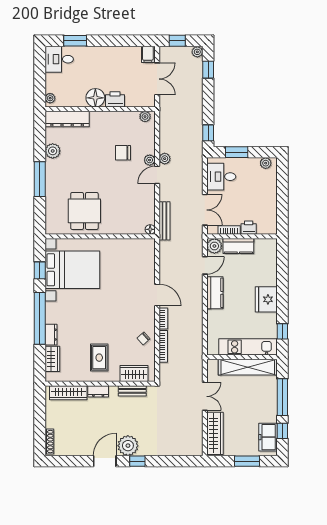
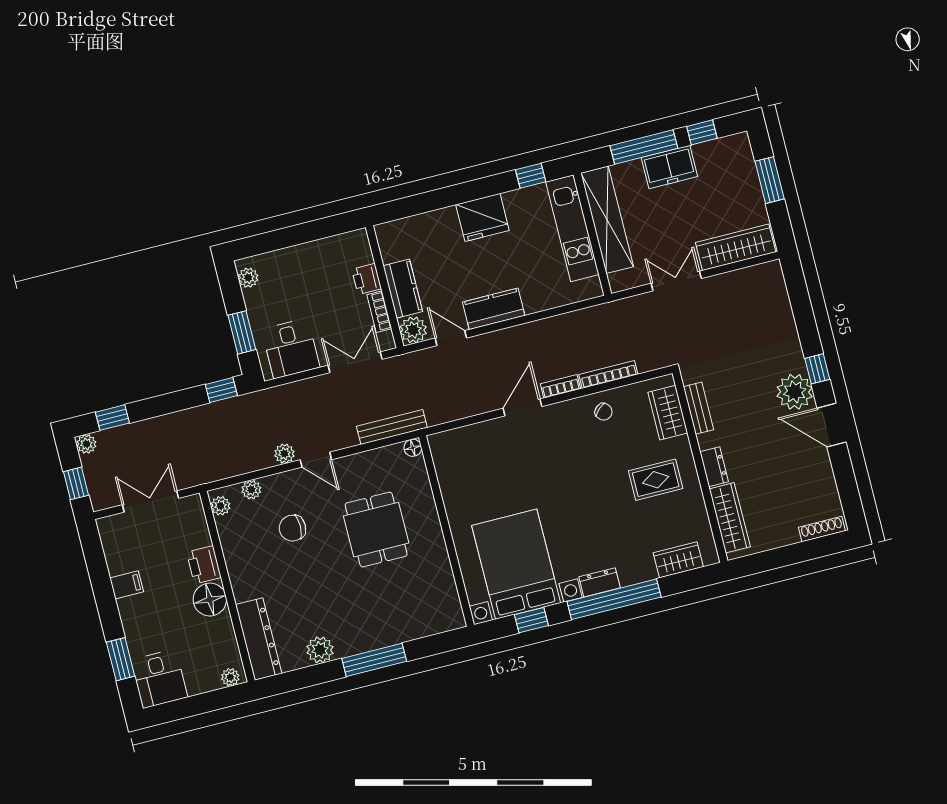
filing cabinet: (148, 54) -> (127, 585), moved
chair: (123, 153) -> (292, 528), turned 90
plant: (150, 160) -> (251, 490), moved
dining table: (84, 211) -> (376, 530), moved, turned 90
dresser: (51, 335) -> (600, 582), moved
freezer: (268, 437) -> (669, 167), moved

